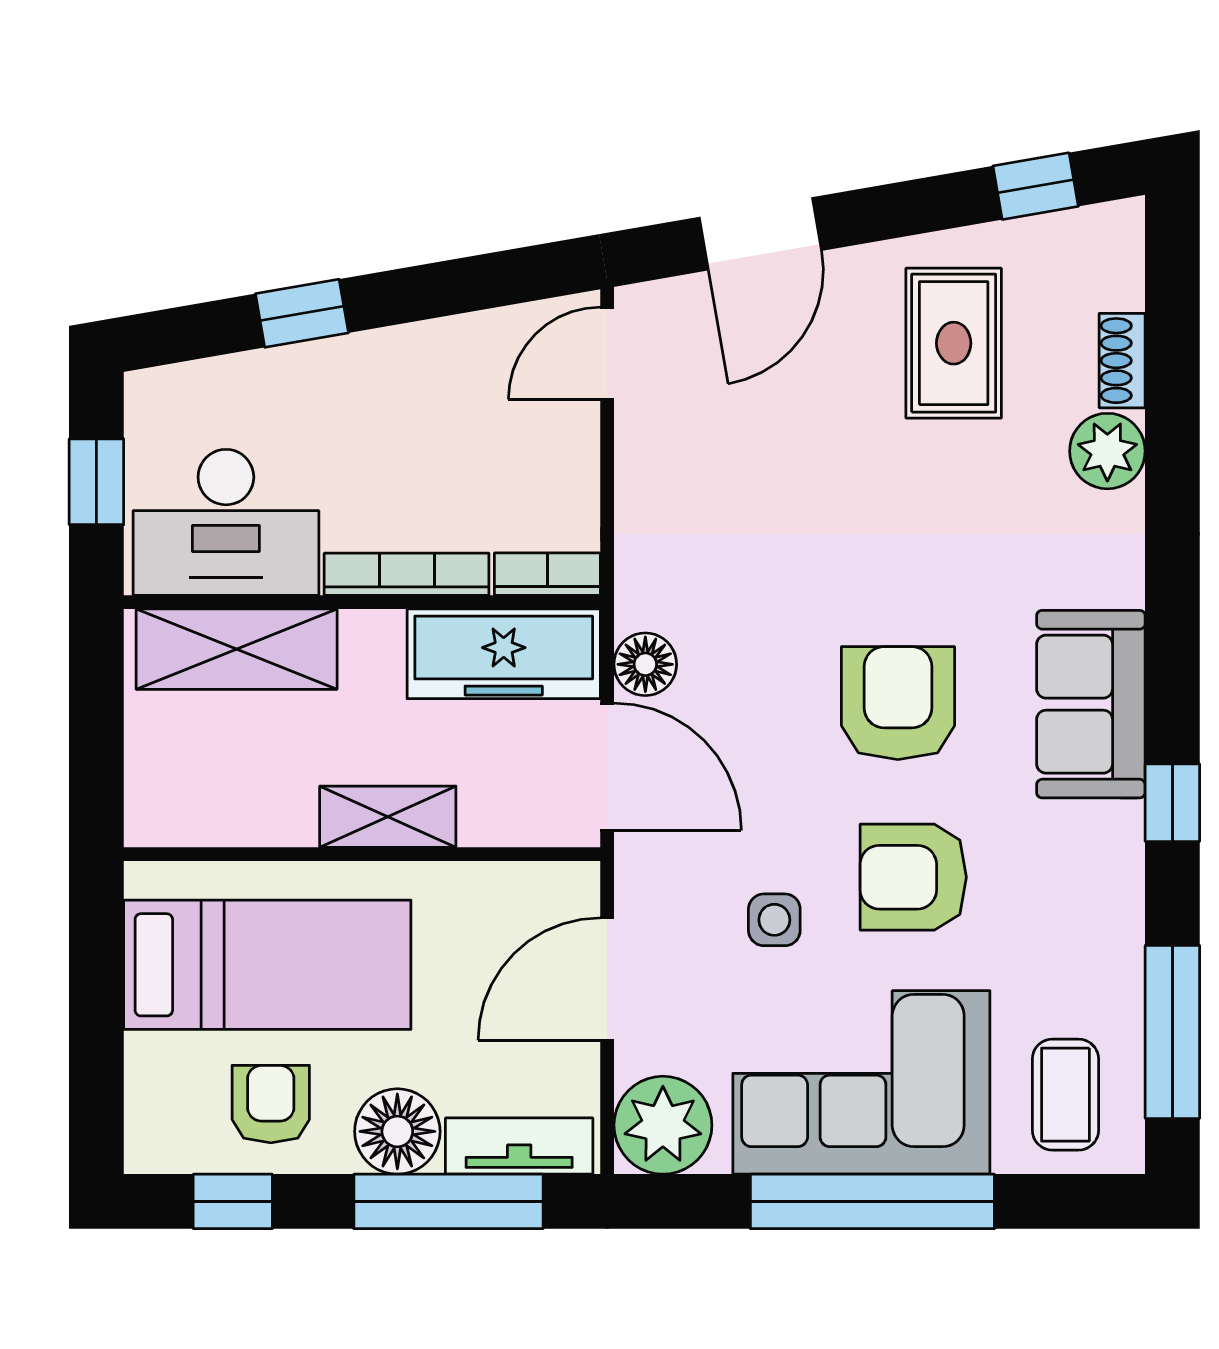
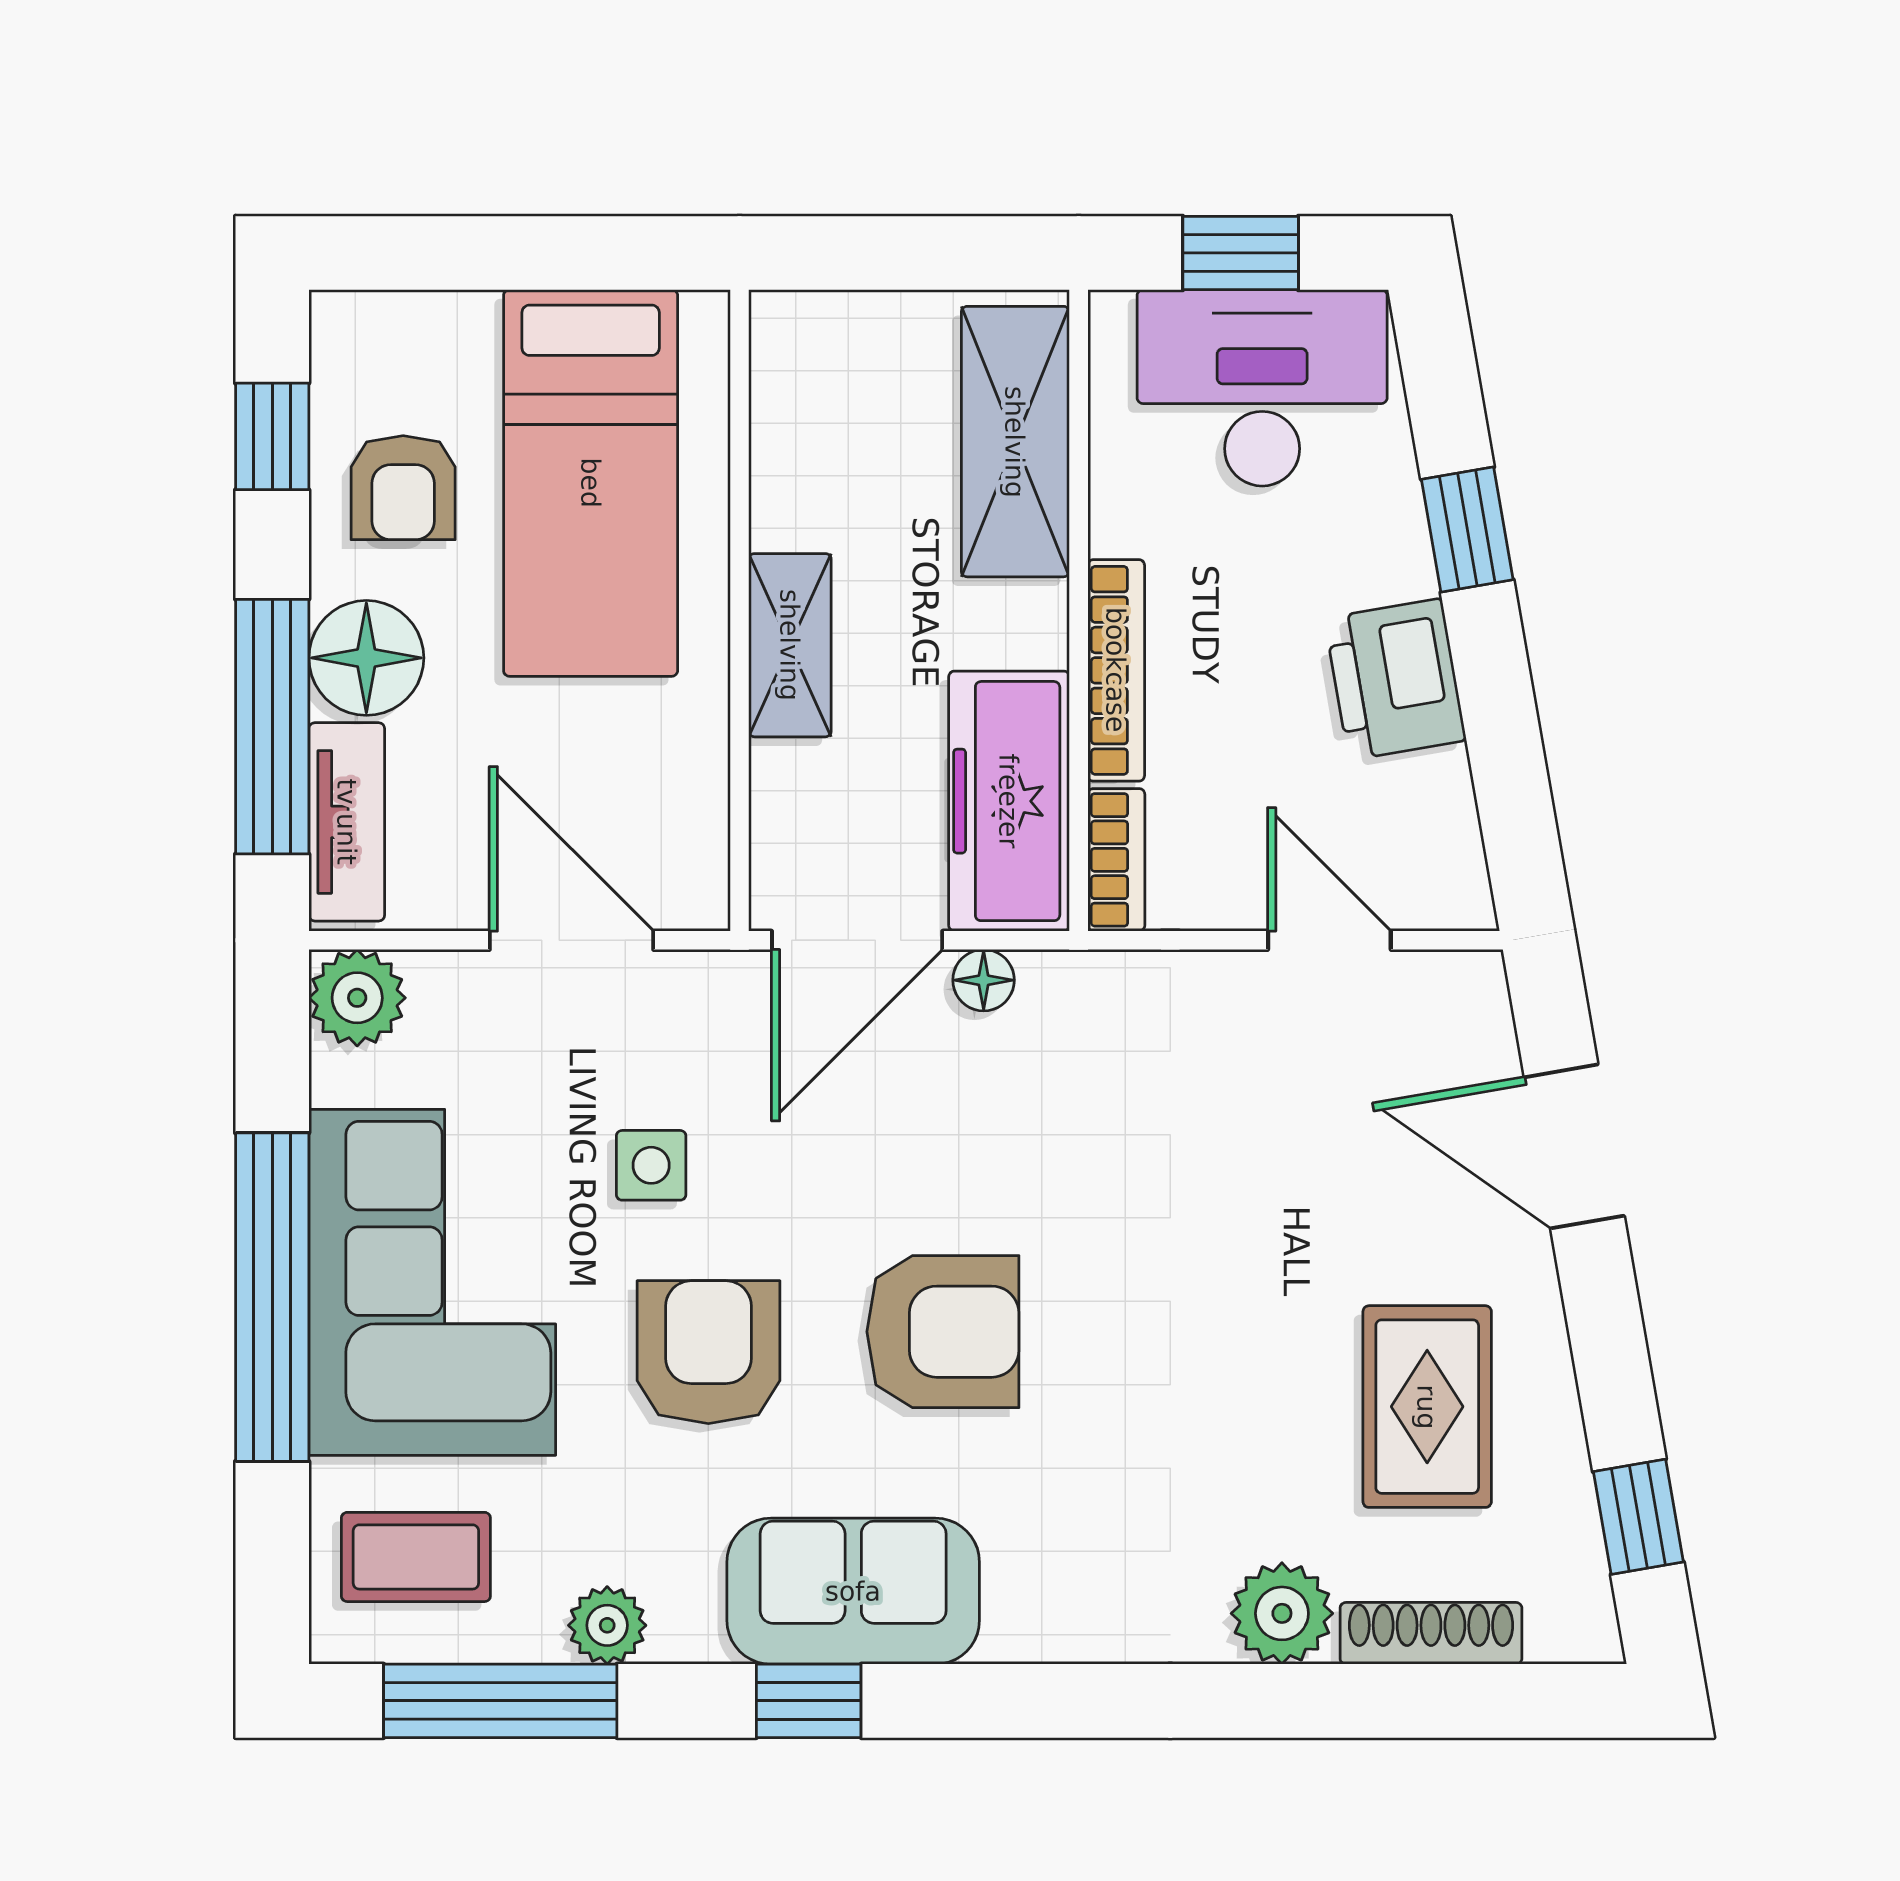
rug: (954, 343) -> (1427, 1407), turned 90
door: (607, 353) -> (1329, 940), moved
shoe rack: (1122, 361) -> (1431, 1633), width x1.43
printer: (413, 367) -> (1395, 679), added
desk: (226, 522) -> (1262, 388), moved, turned 90
floor lamp: (645, 664) -> (984, 980), width x0.73, depth x0.73
sofa: (1091, 704) -> (853, 1591), moved
plant: (1116, 952) -> (607, 1625), added
armchair: (271, 1104) -> (403, 488), turned 90
plant: (663, 1125) -> (357, 998), width x0.73, depth x0.73

